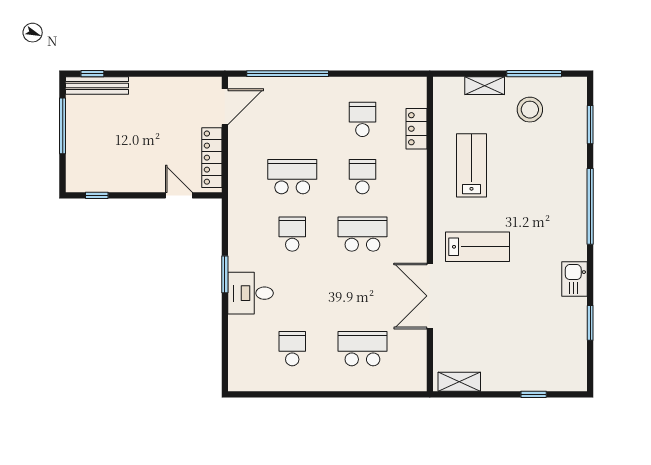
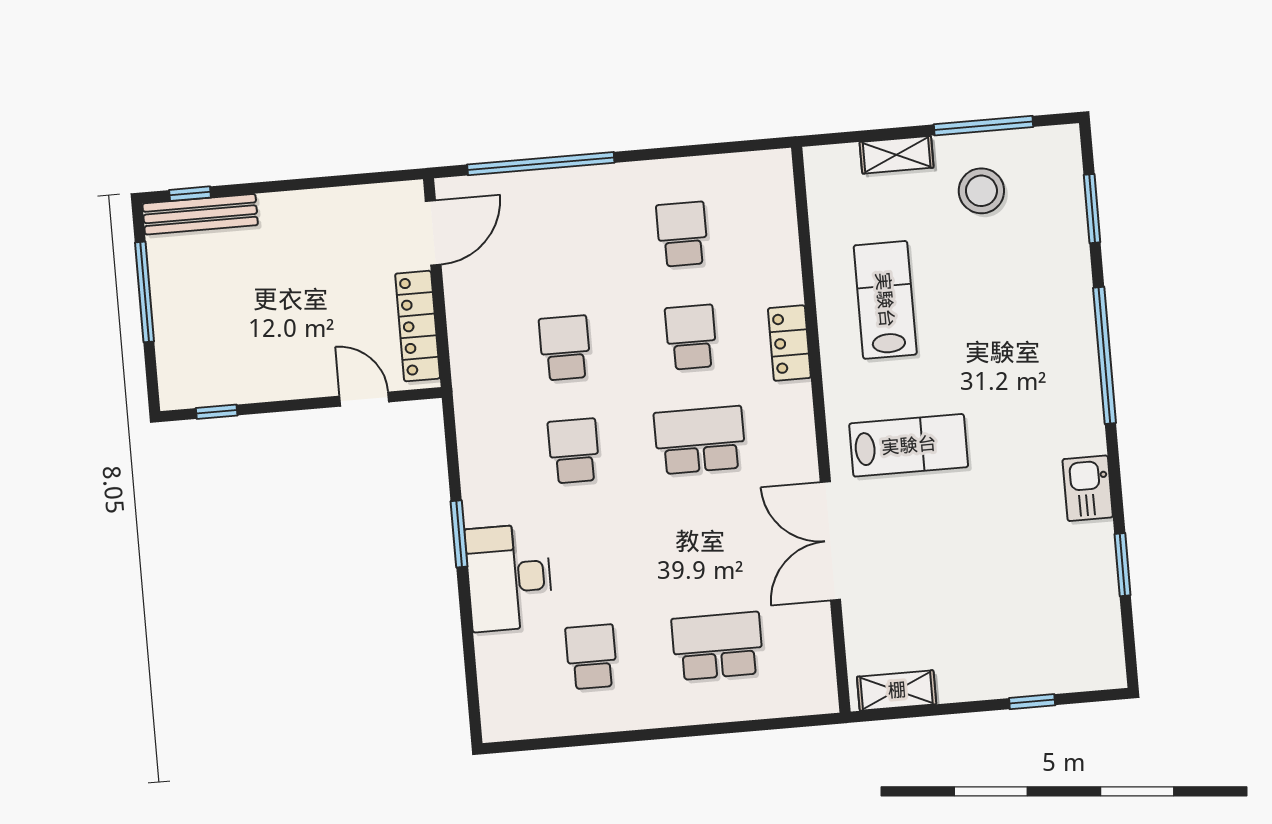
locker: (417, 129) -> (789, 343), moved
school desk: (292, 177) -> (565, 348), width x0.54
desk: (251, 293) -> (509, 578), width x1.37

